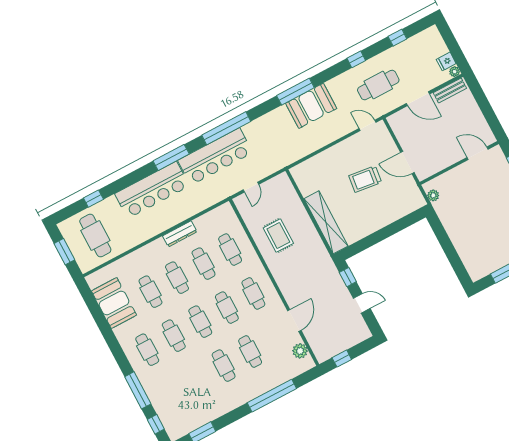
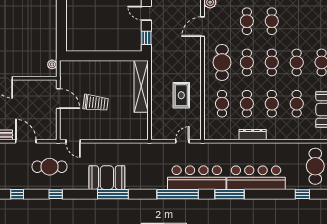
cafe table: (253, 293) -> (222, 62), width x1.37, depth x1.35

